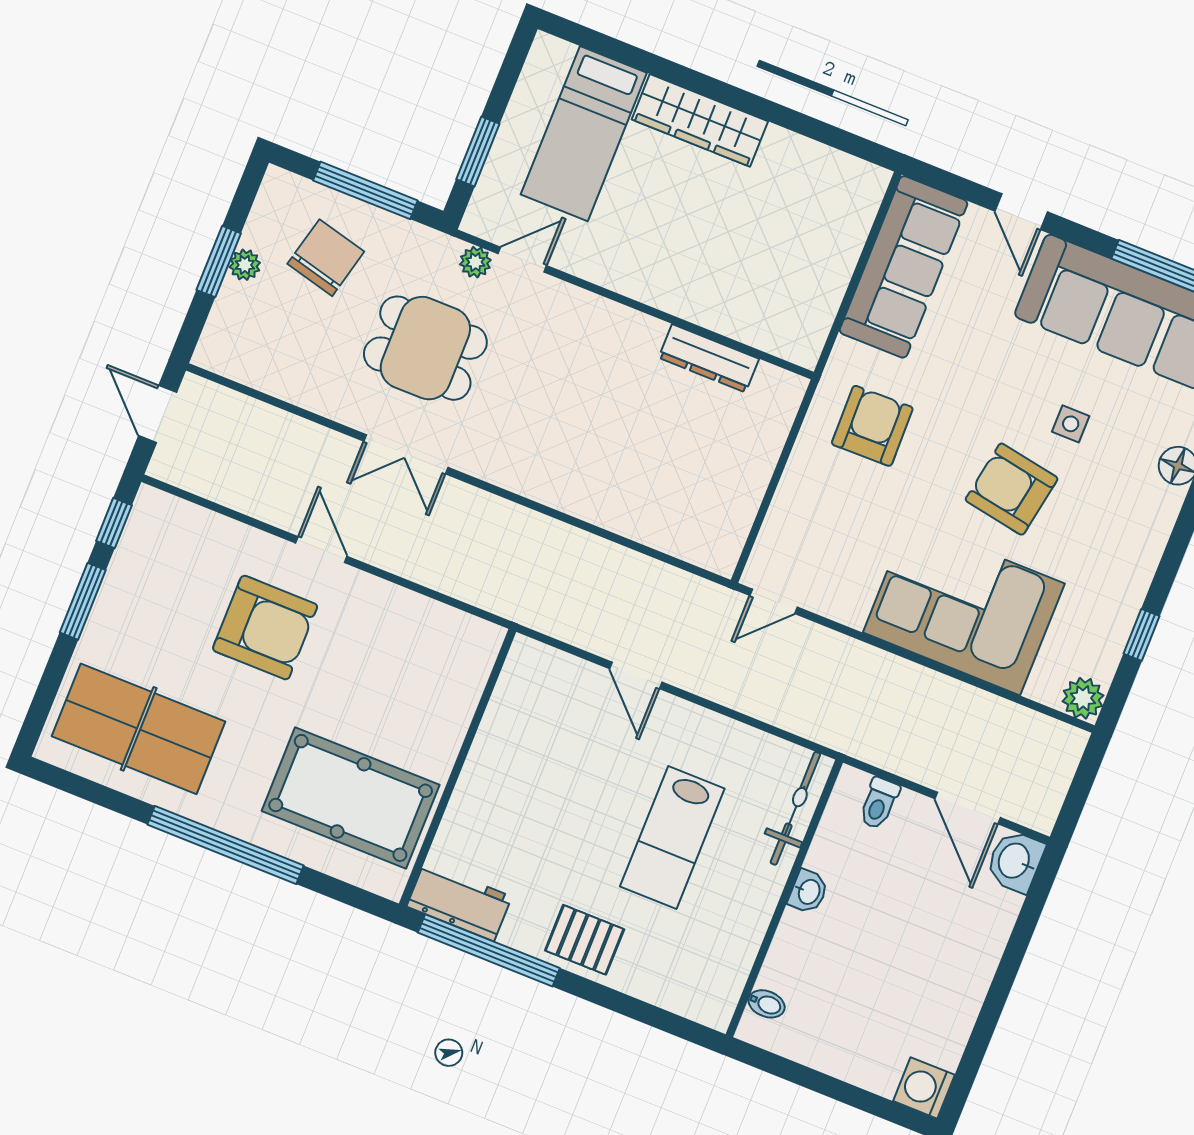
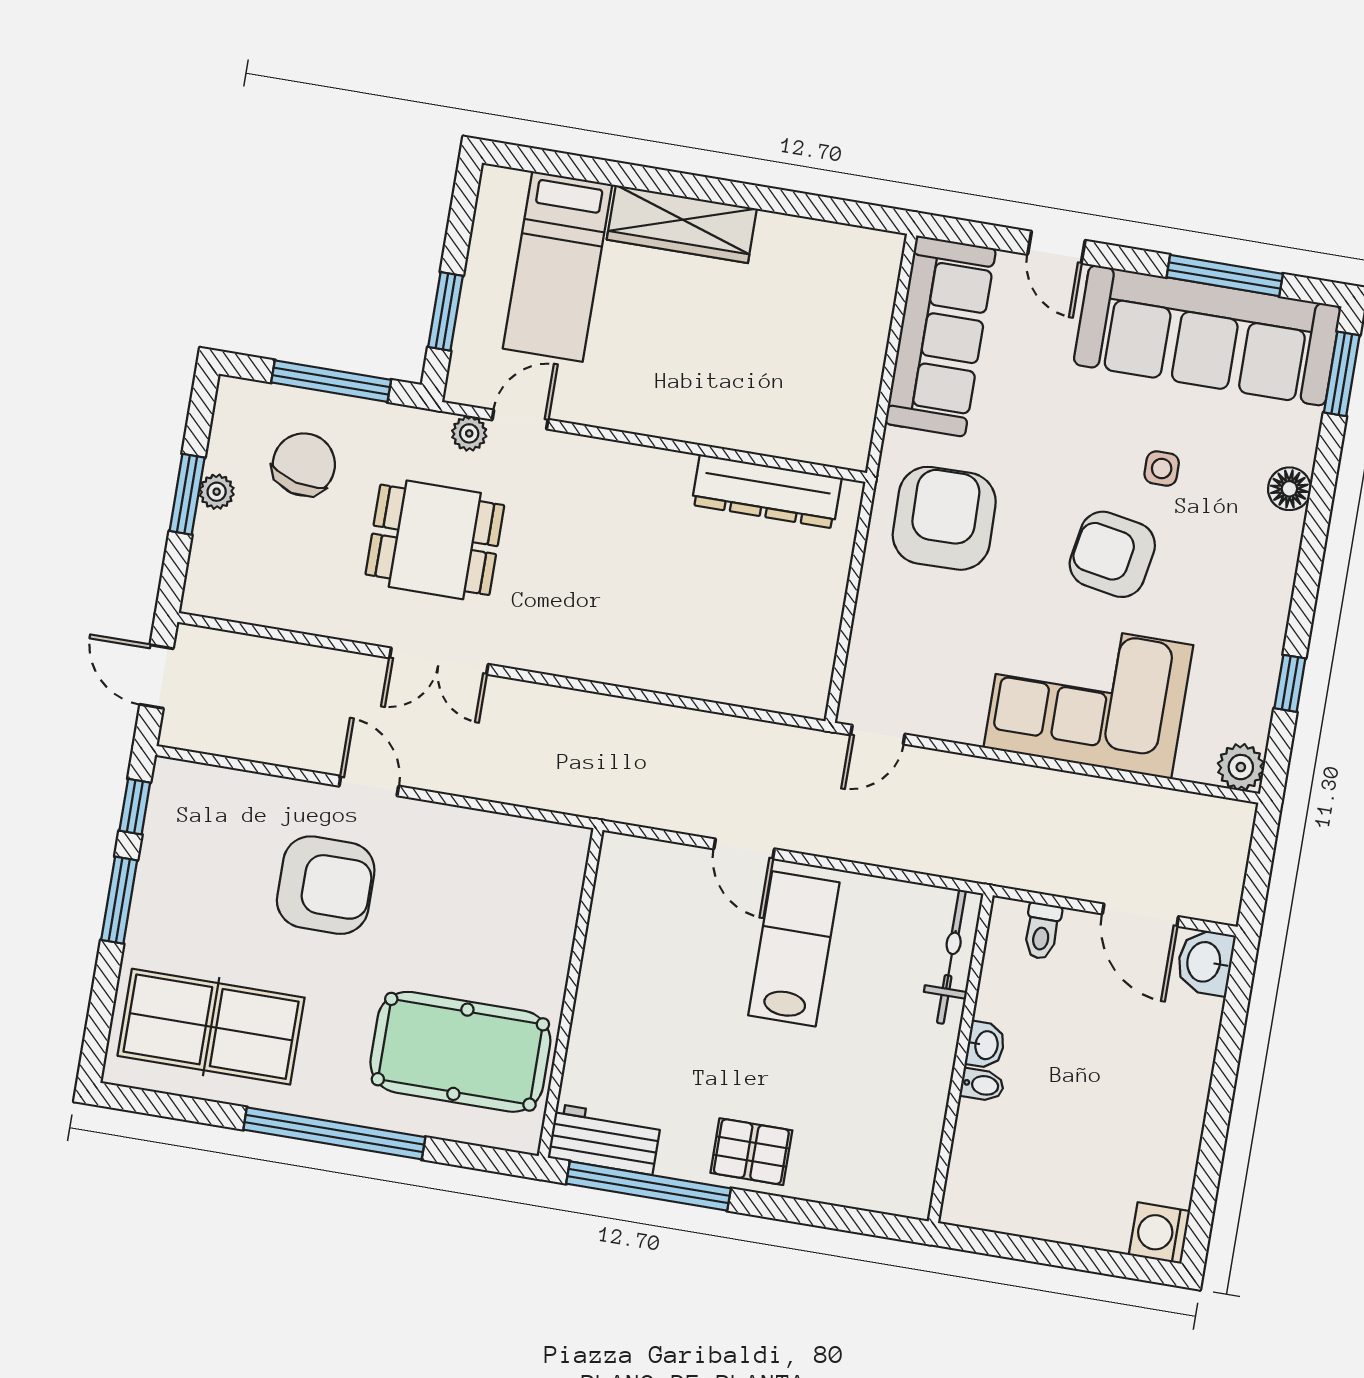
dresser: (709, 358) -> (767, 491), width x1.37, depth x1.24
armchair: (872, 426) -> (944, 518), width x1.36, depth x1.36
lab bench: (672, 838) -> (794, 949), moved, turned 180
bidet: (767, 1004) -> (982, 1085), moved

